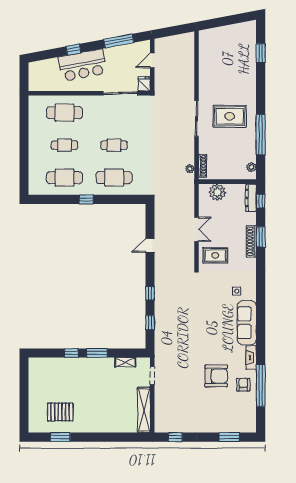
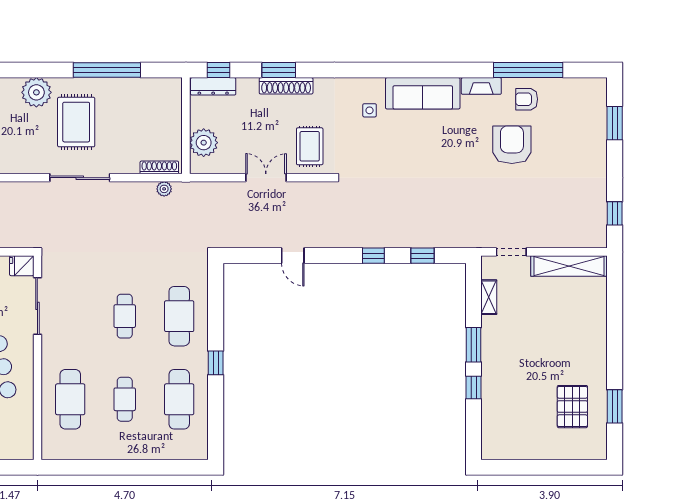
plant: (251, 167) -> (36, 92), moved, width x1.87, depth x1.87

